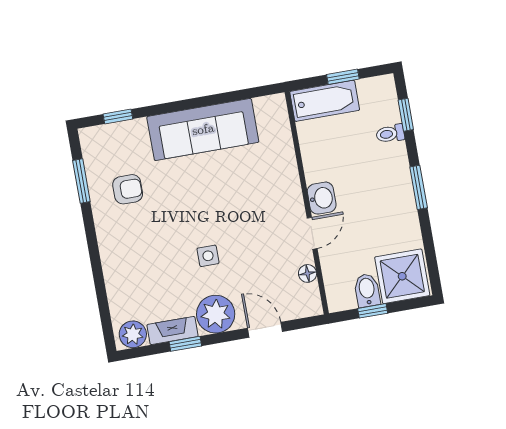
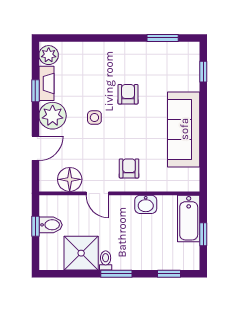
toilet: (390, 134) -> (106, 260), moved
armchair: (128, 189) -> (128, 94), moved, turned 180
armchair: (270, 196) -> (129, 168), added
washbasin: (322, 198) -> (146, 204), moved
floor lamp: (308, 273) -> (70, 179), width x1.89, depth x1.89
shower: (402, 276) -> (81, 253), moved

